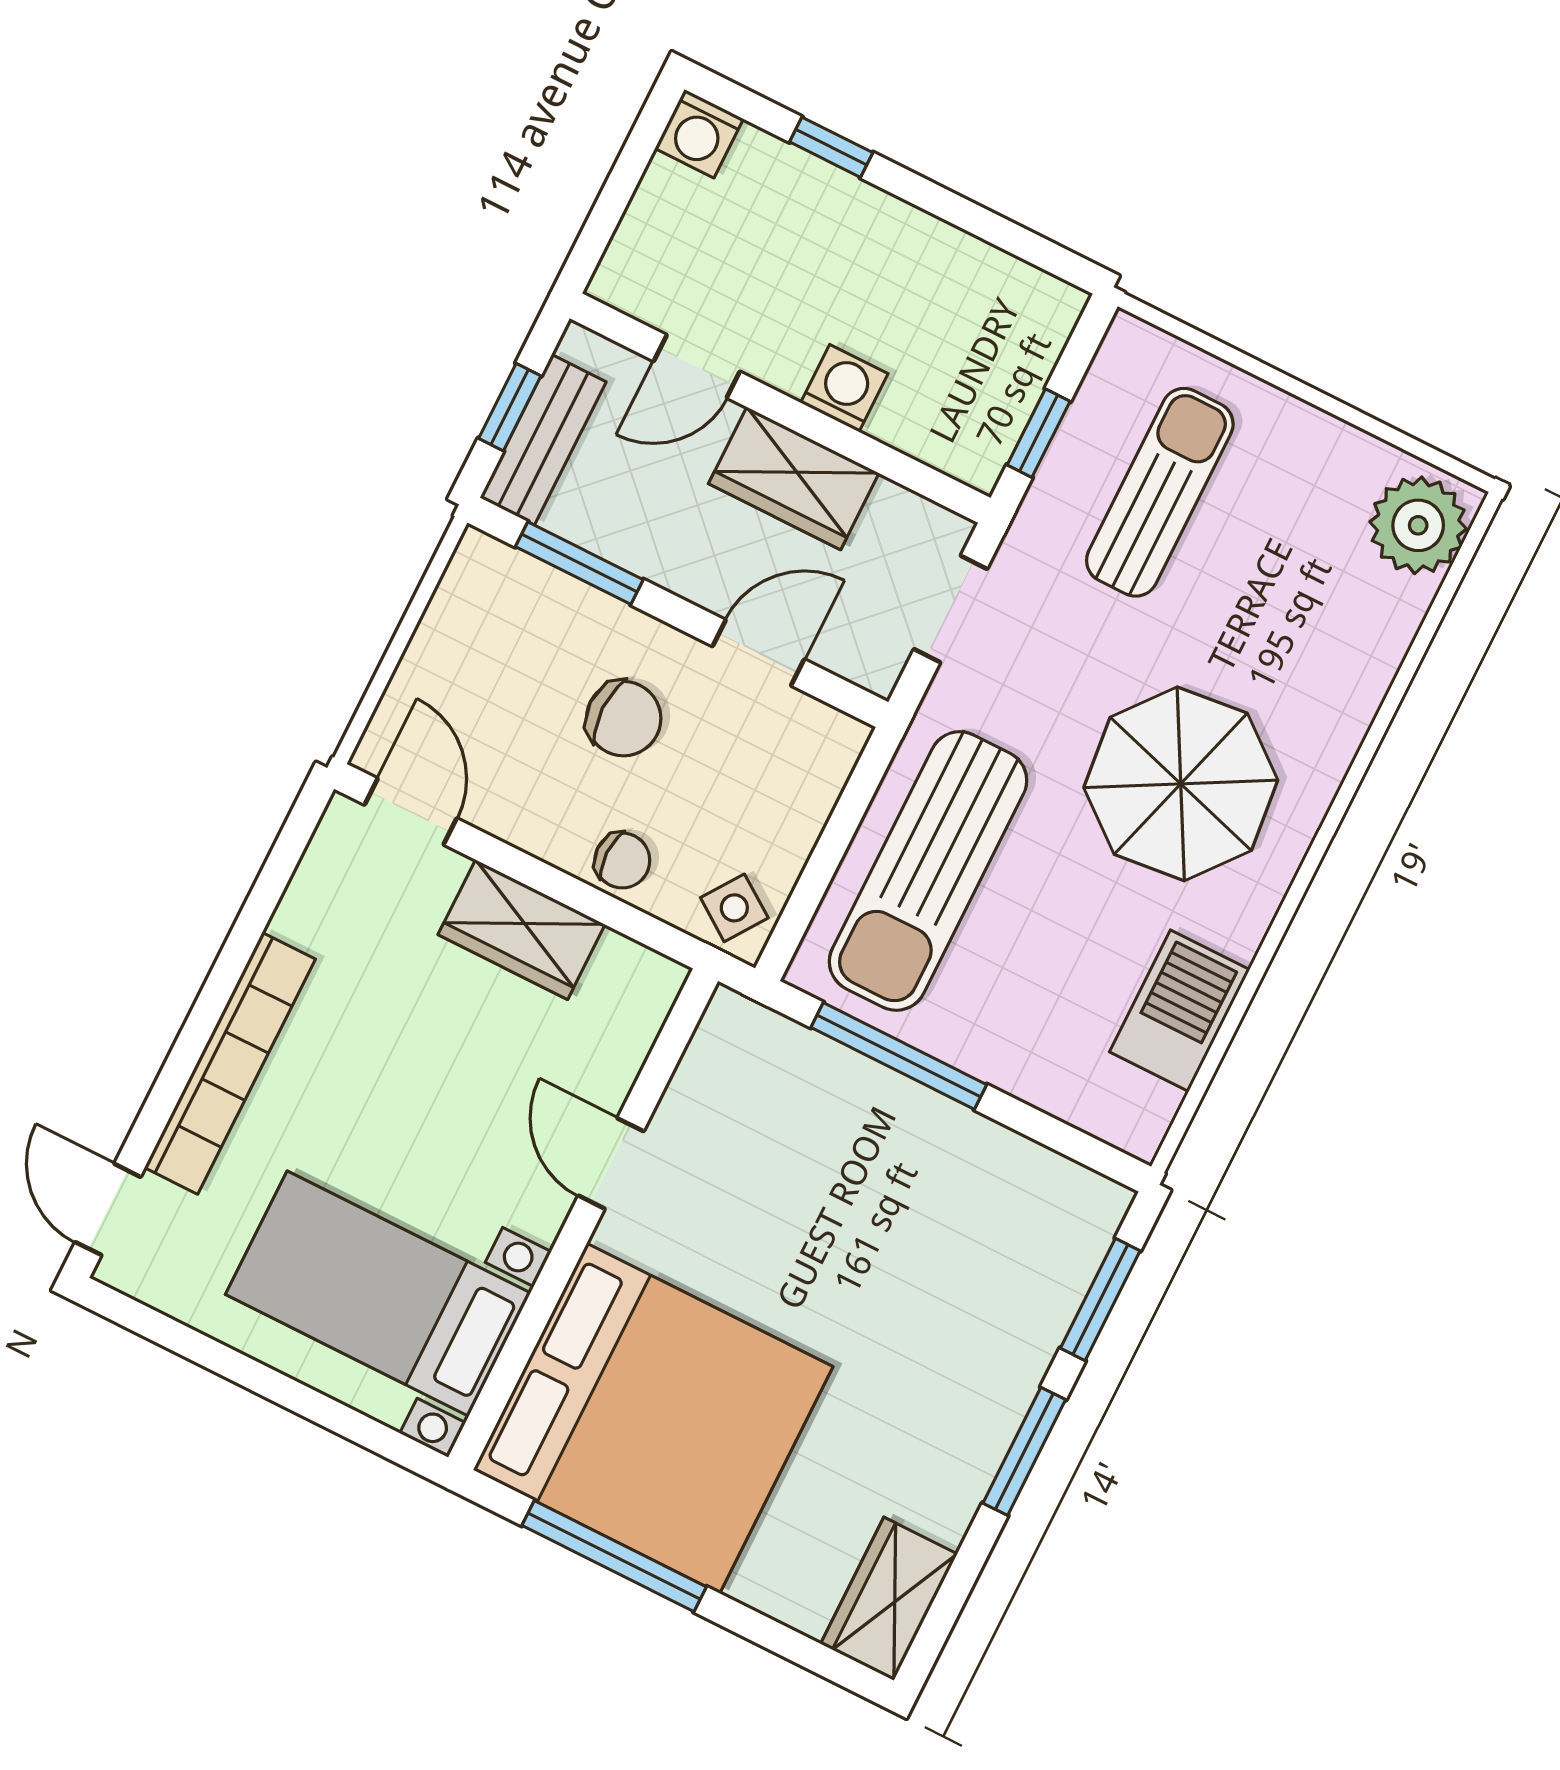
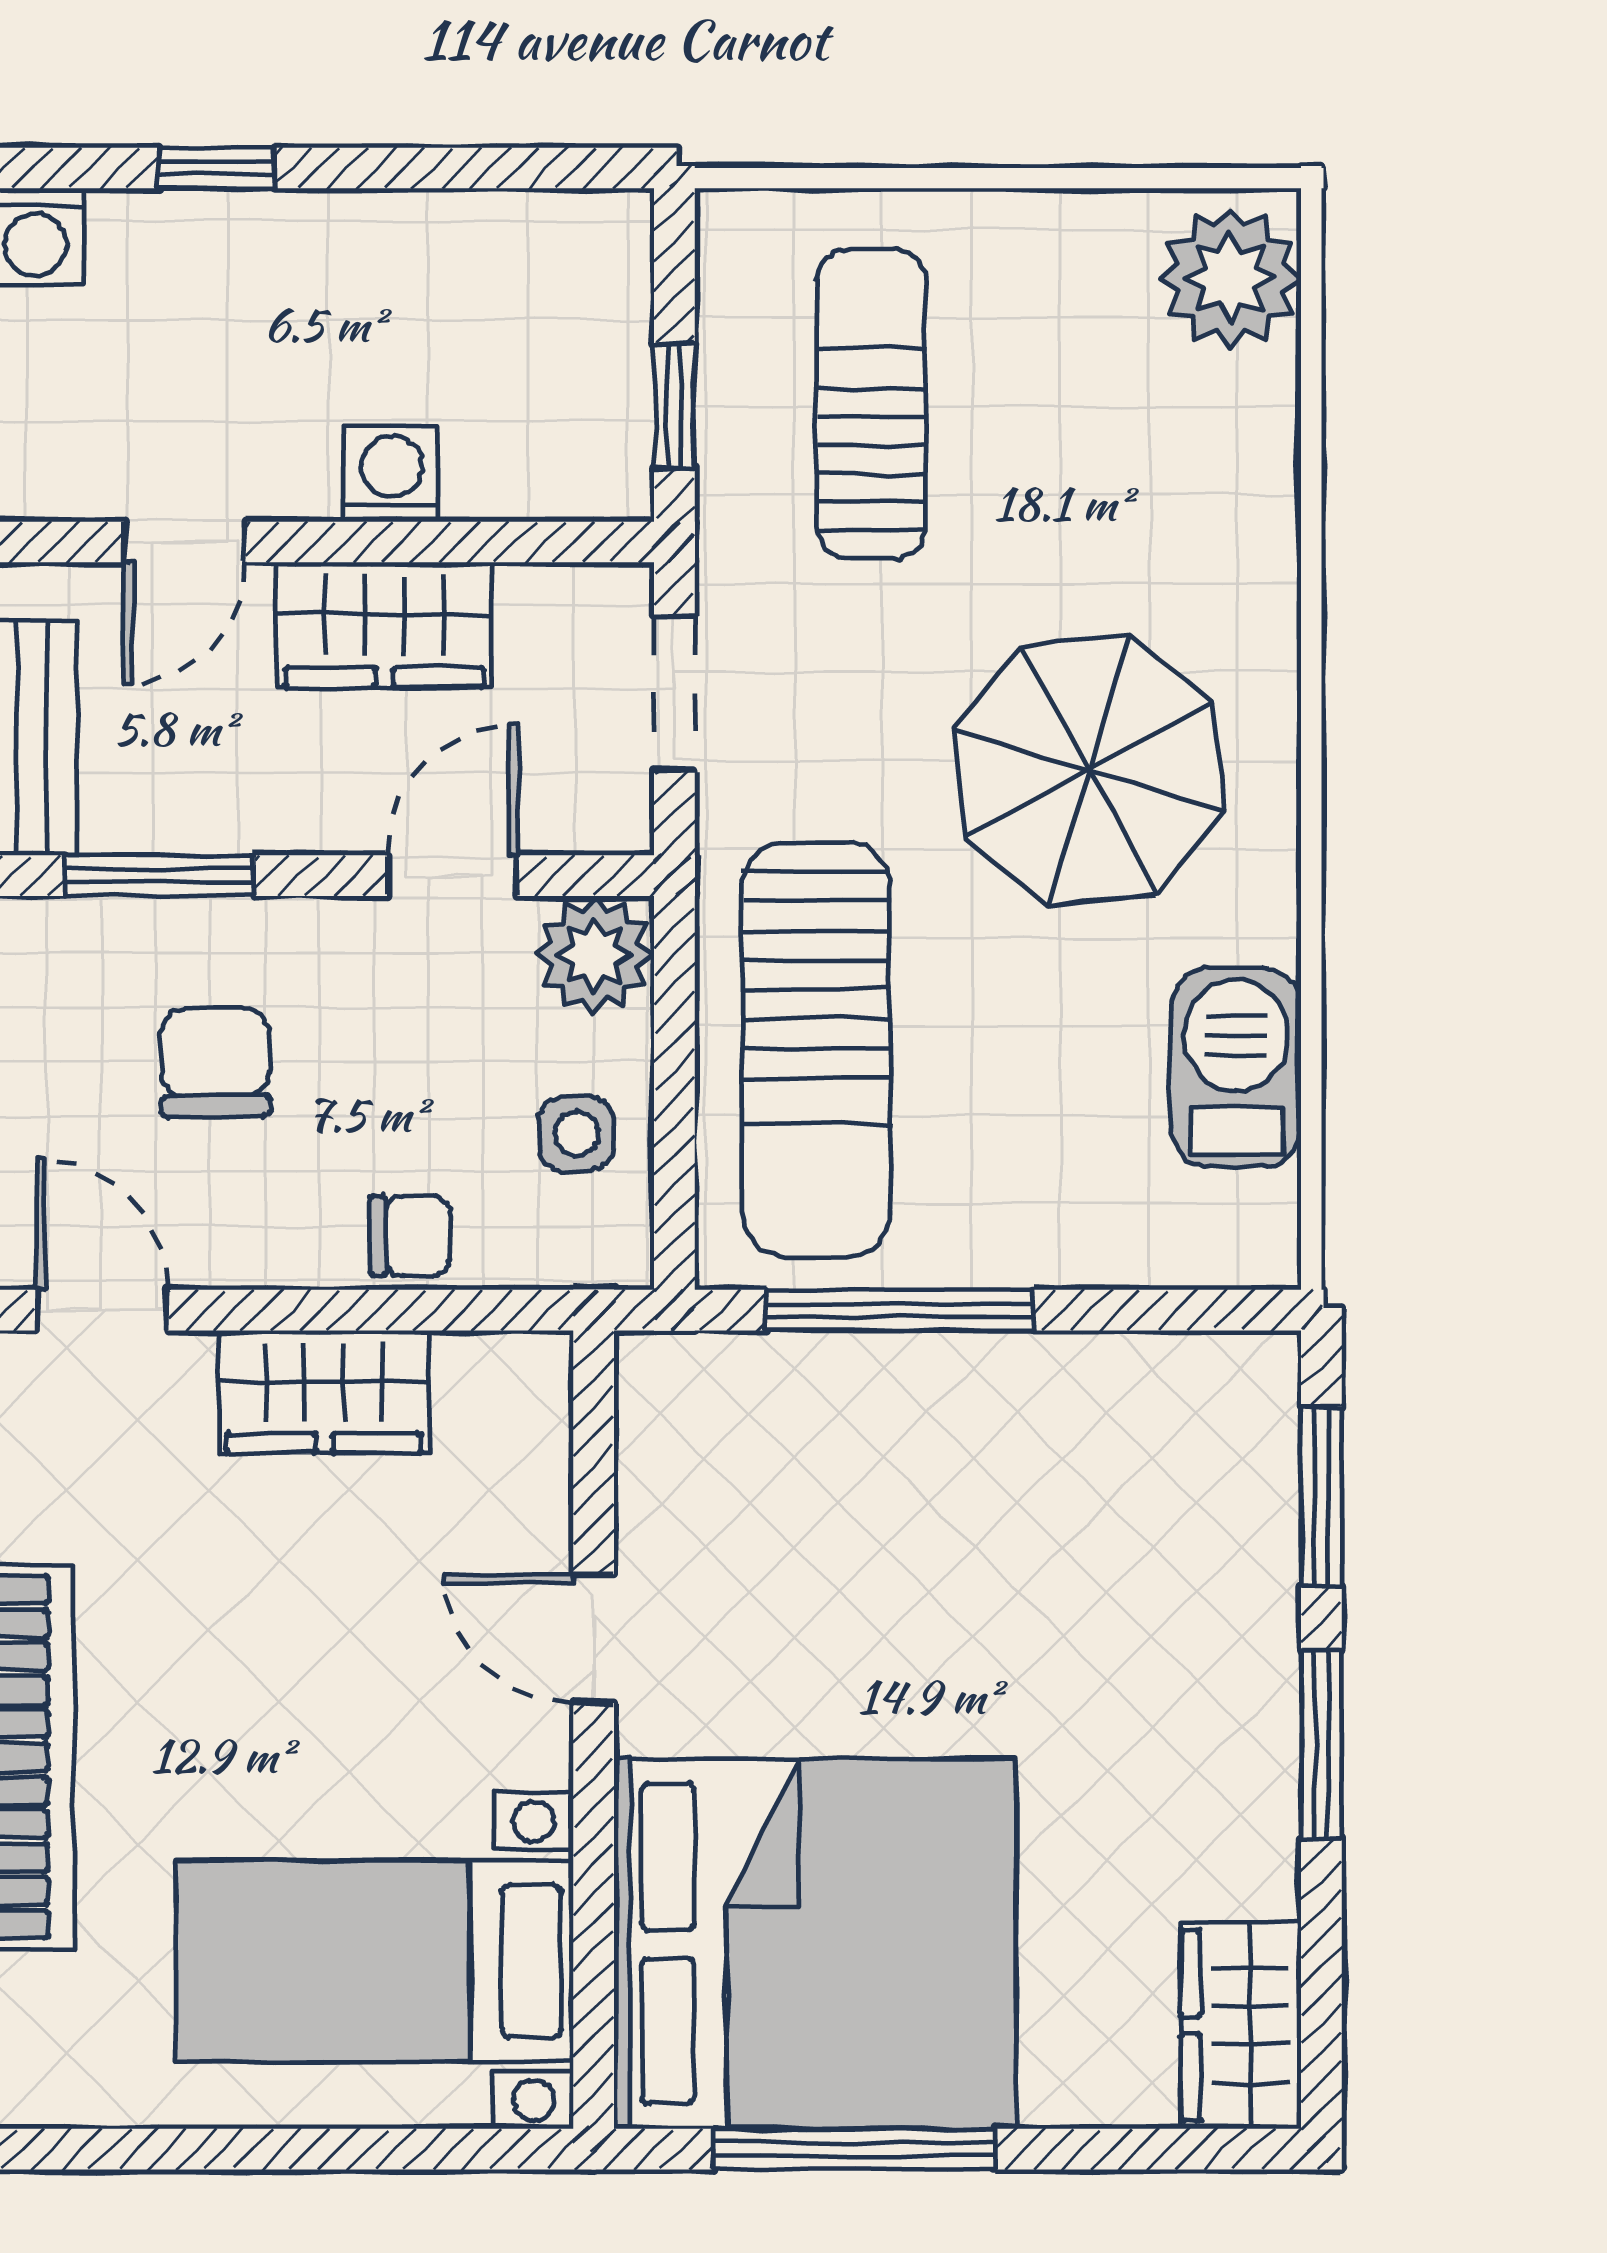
chair: (624, 719) -> (215, 1063), moved, turned -91
plant: (821, 745) -> (595, 955), added
side table: (734, 908) -> (576, 1134), moved, turned -35

